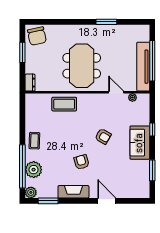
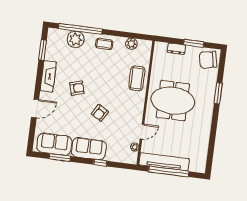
window: (106, 22) -> (218, 93), moved
dresser: (30, 83) -> (176, 49), moved
sofa: (140, 177) -> (54, 144), added
plant: (31, 192) -> (131, 44), moved

